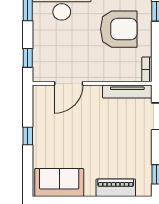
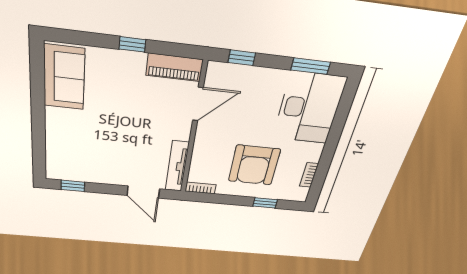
door: (69, 83) -> (198, 104), swing flipped
piano: (116, 188) -> (174, 67), moved, turned 90

